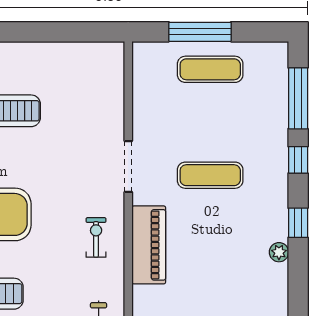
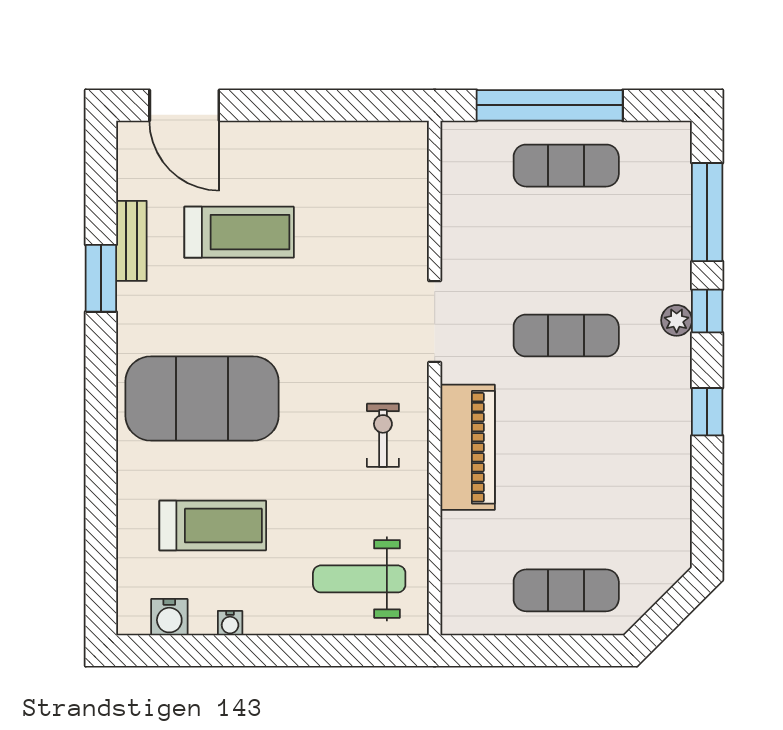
window: (200, 32) -> (550, 105), width x1.46
plant: (279, 252) -> (677, 320), moved

